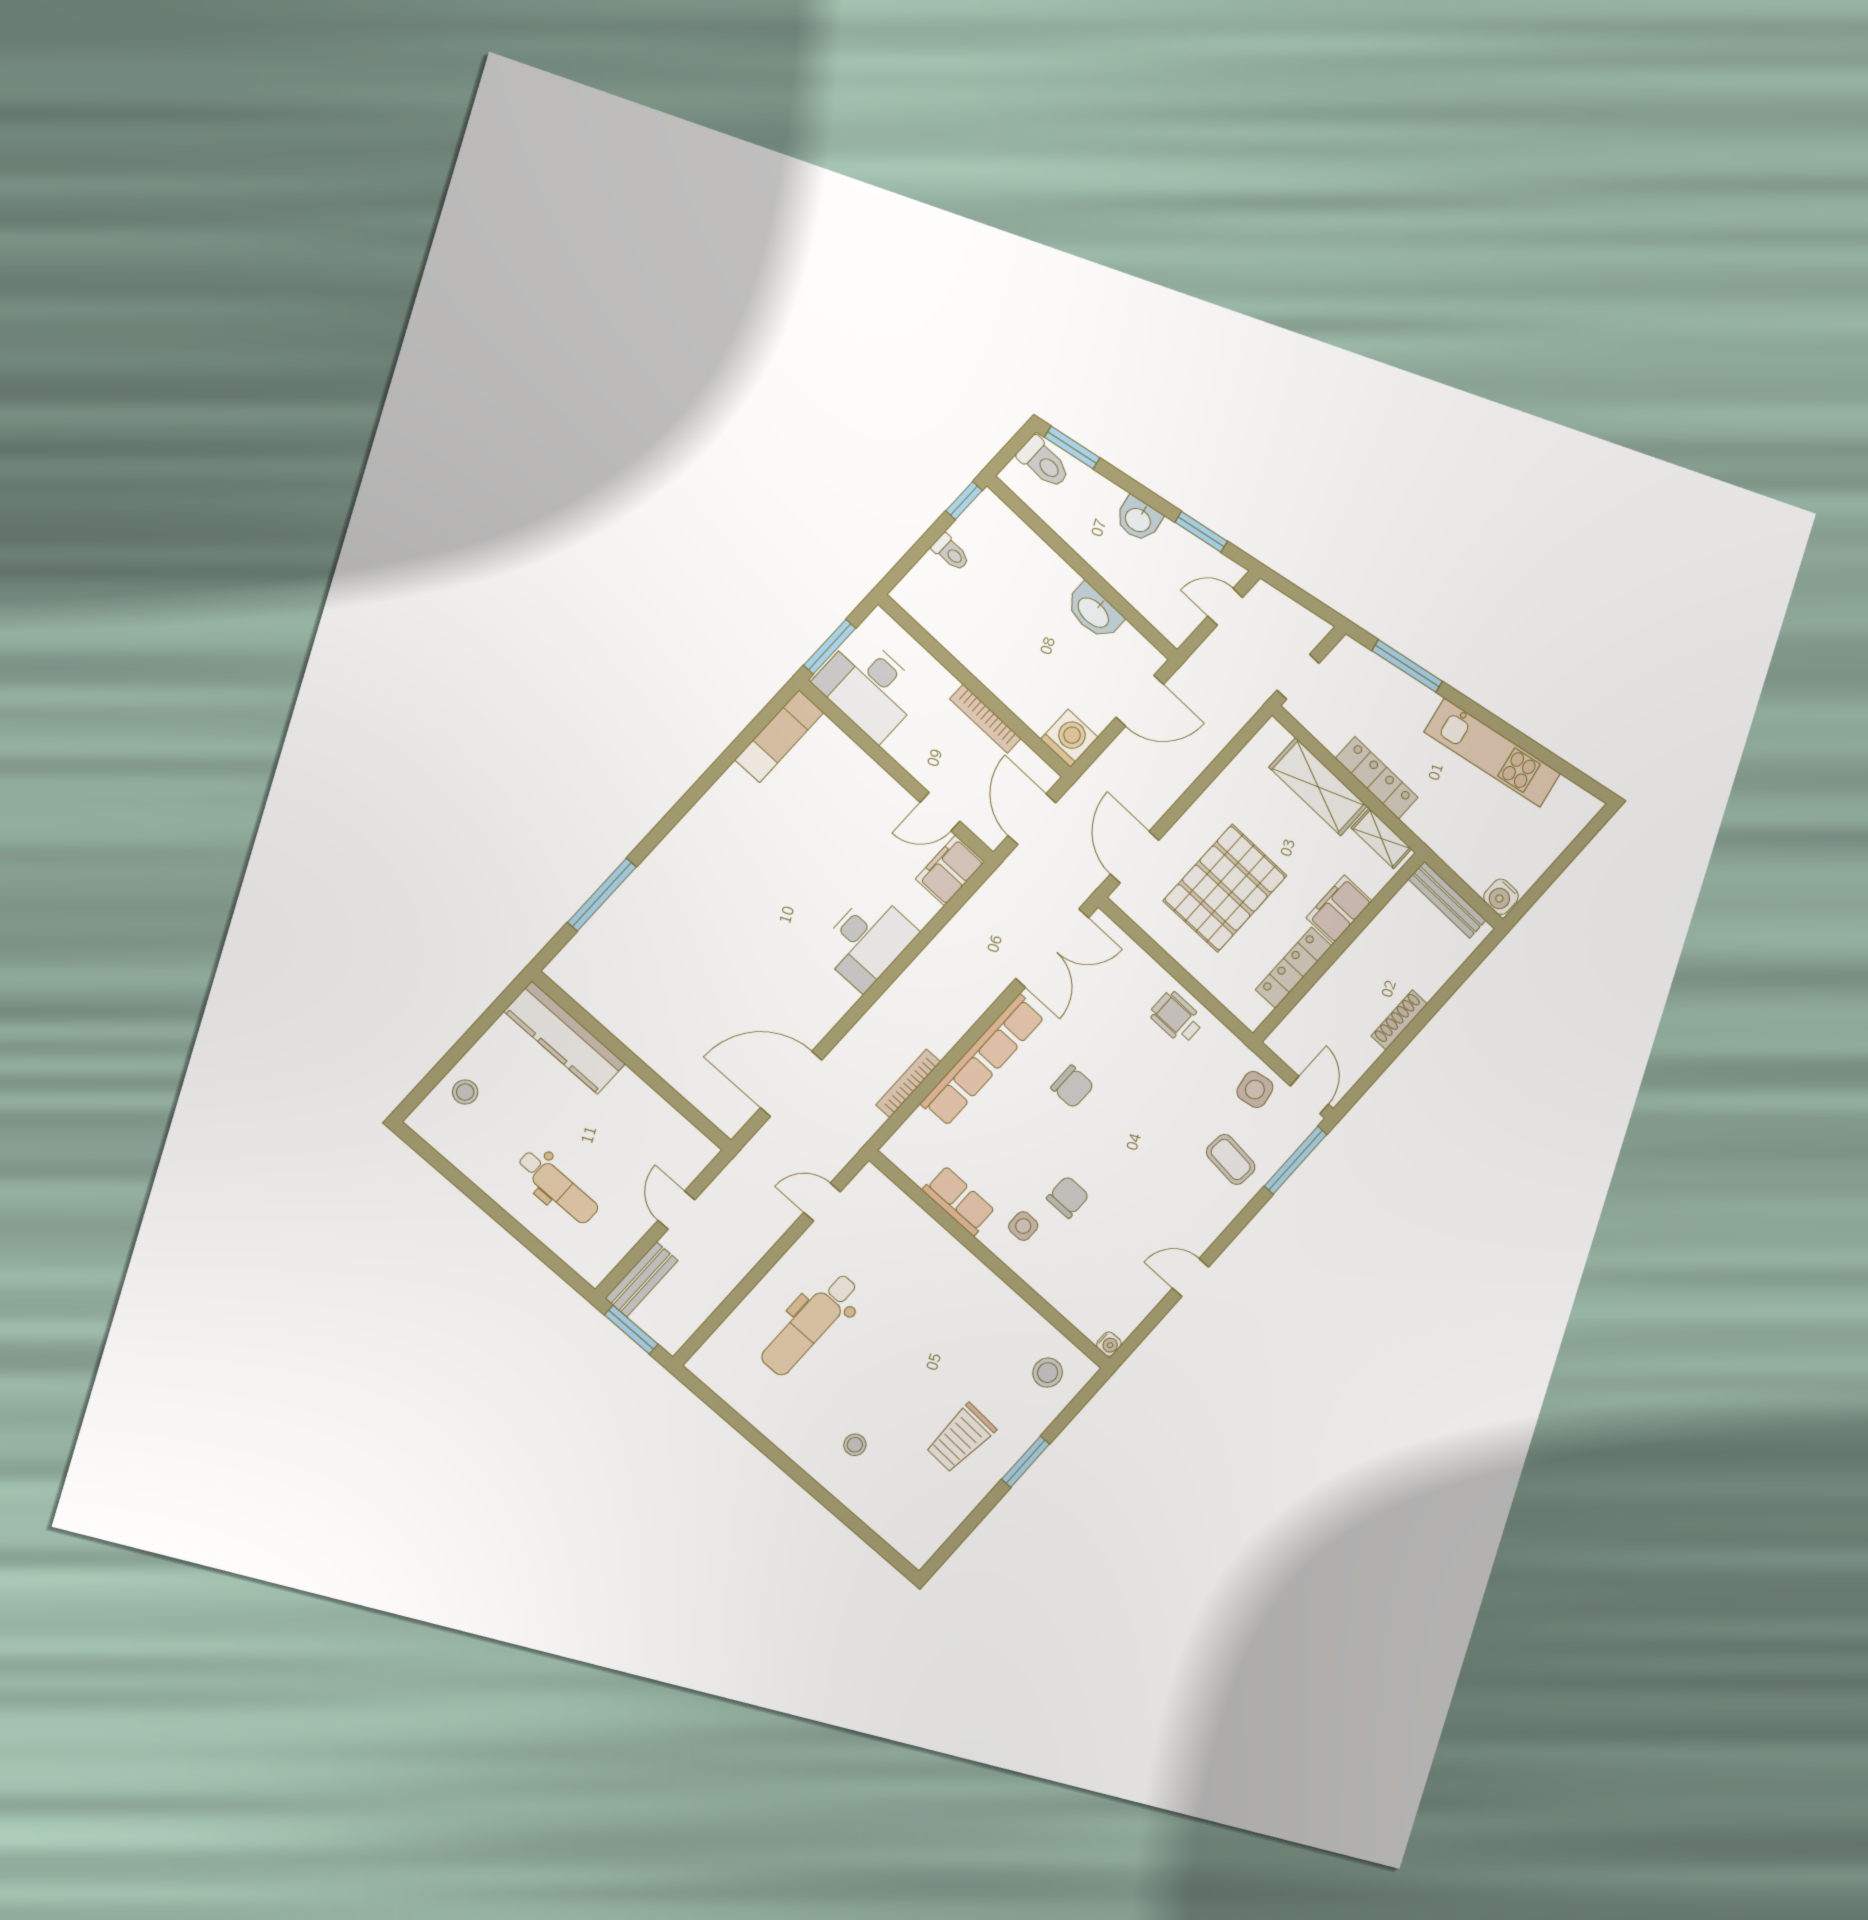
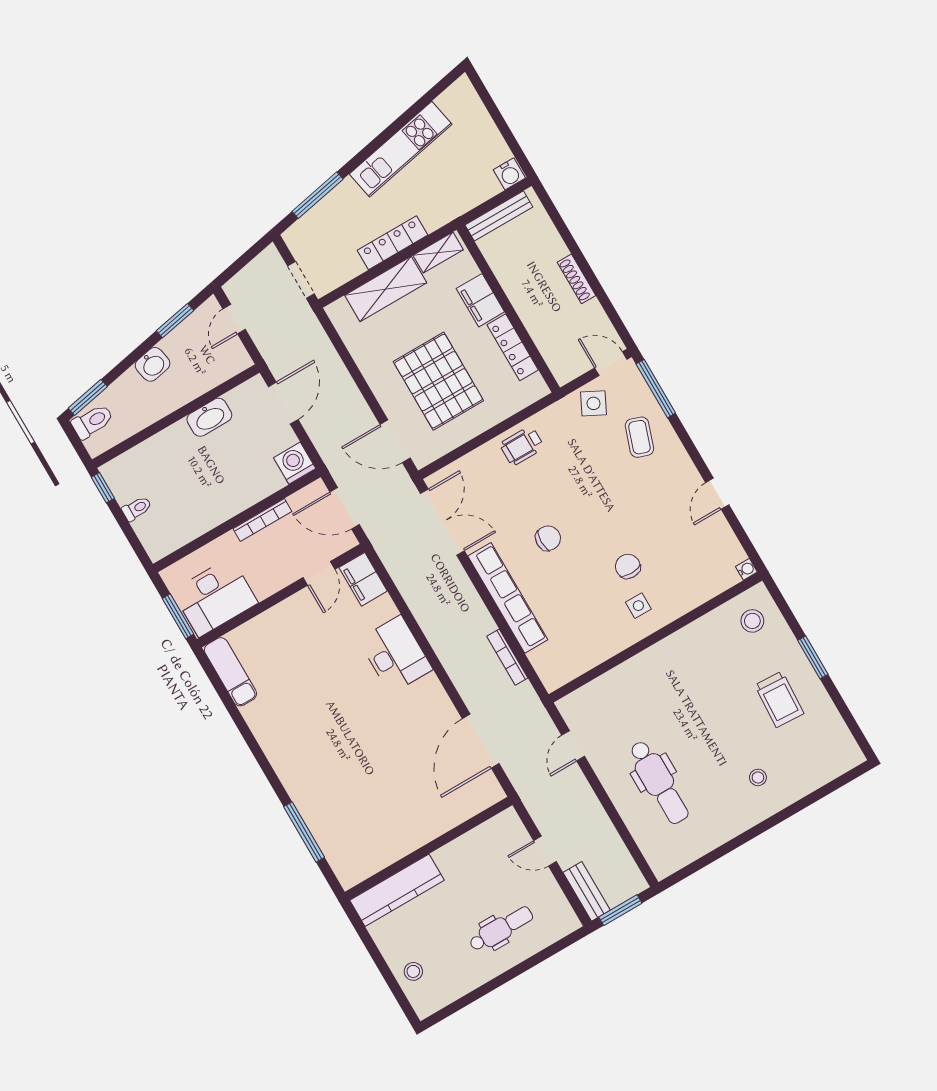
side table: (1255, 1090) -> (594, 403), turned 37
coffee table: (1231, 1159) -> (639, 437), turned -76
row of seats: (959, 1200) -> (604, 647), removed

